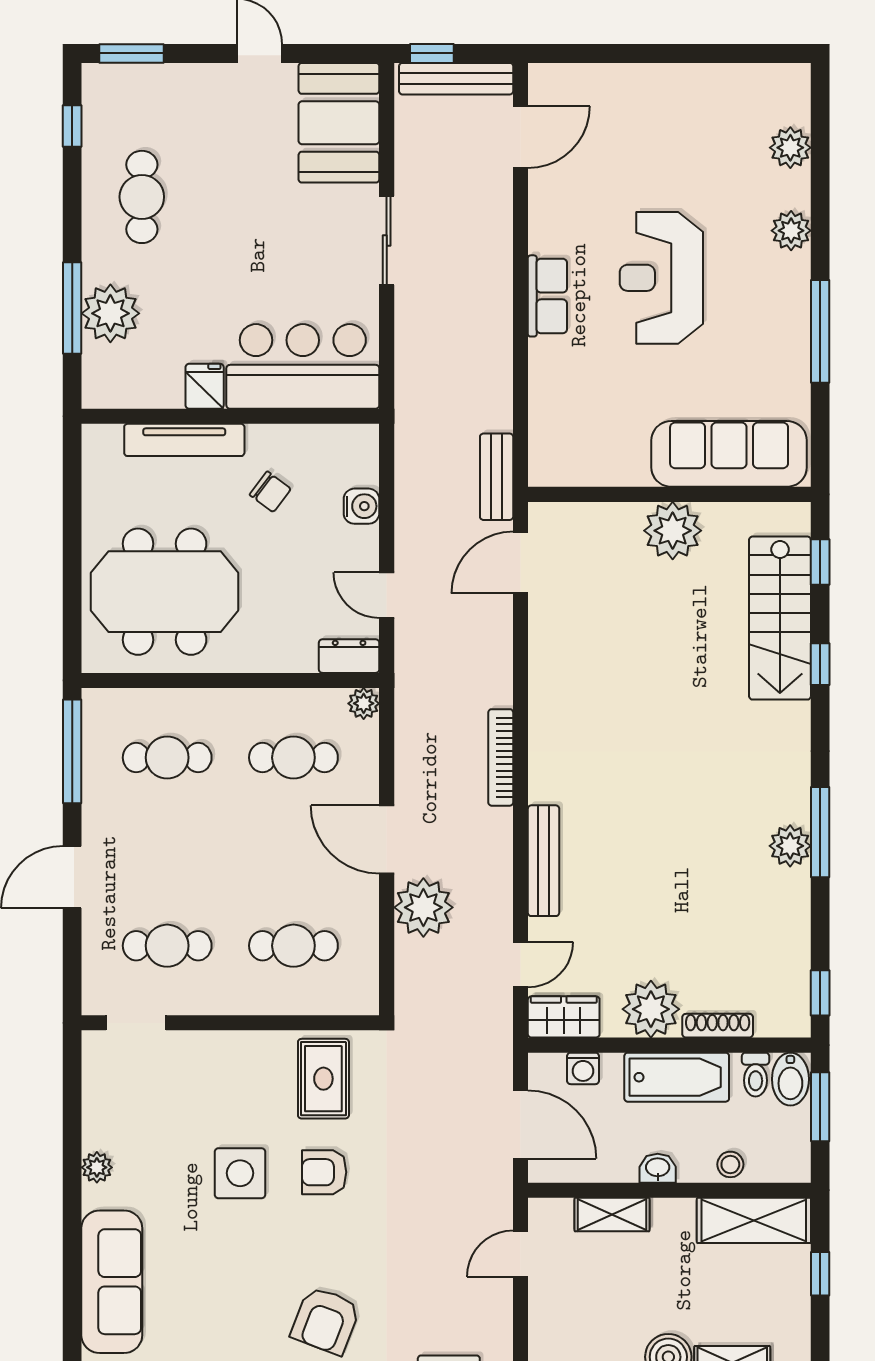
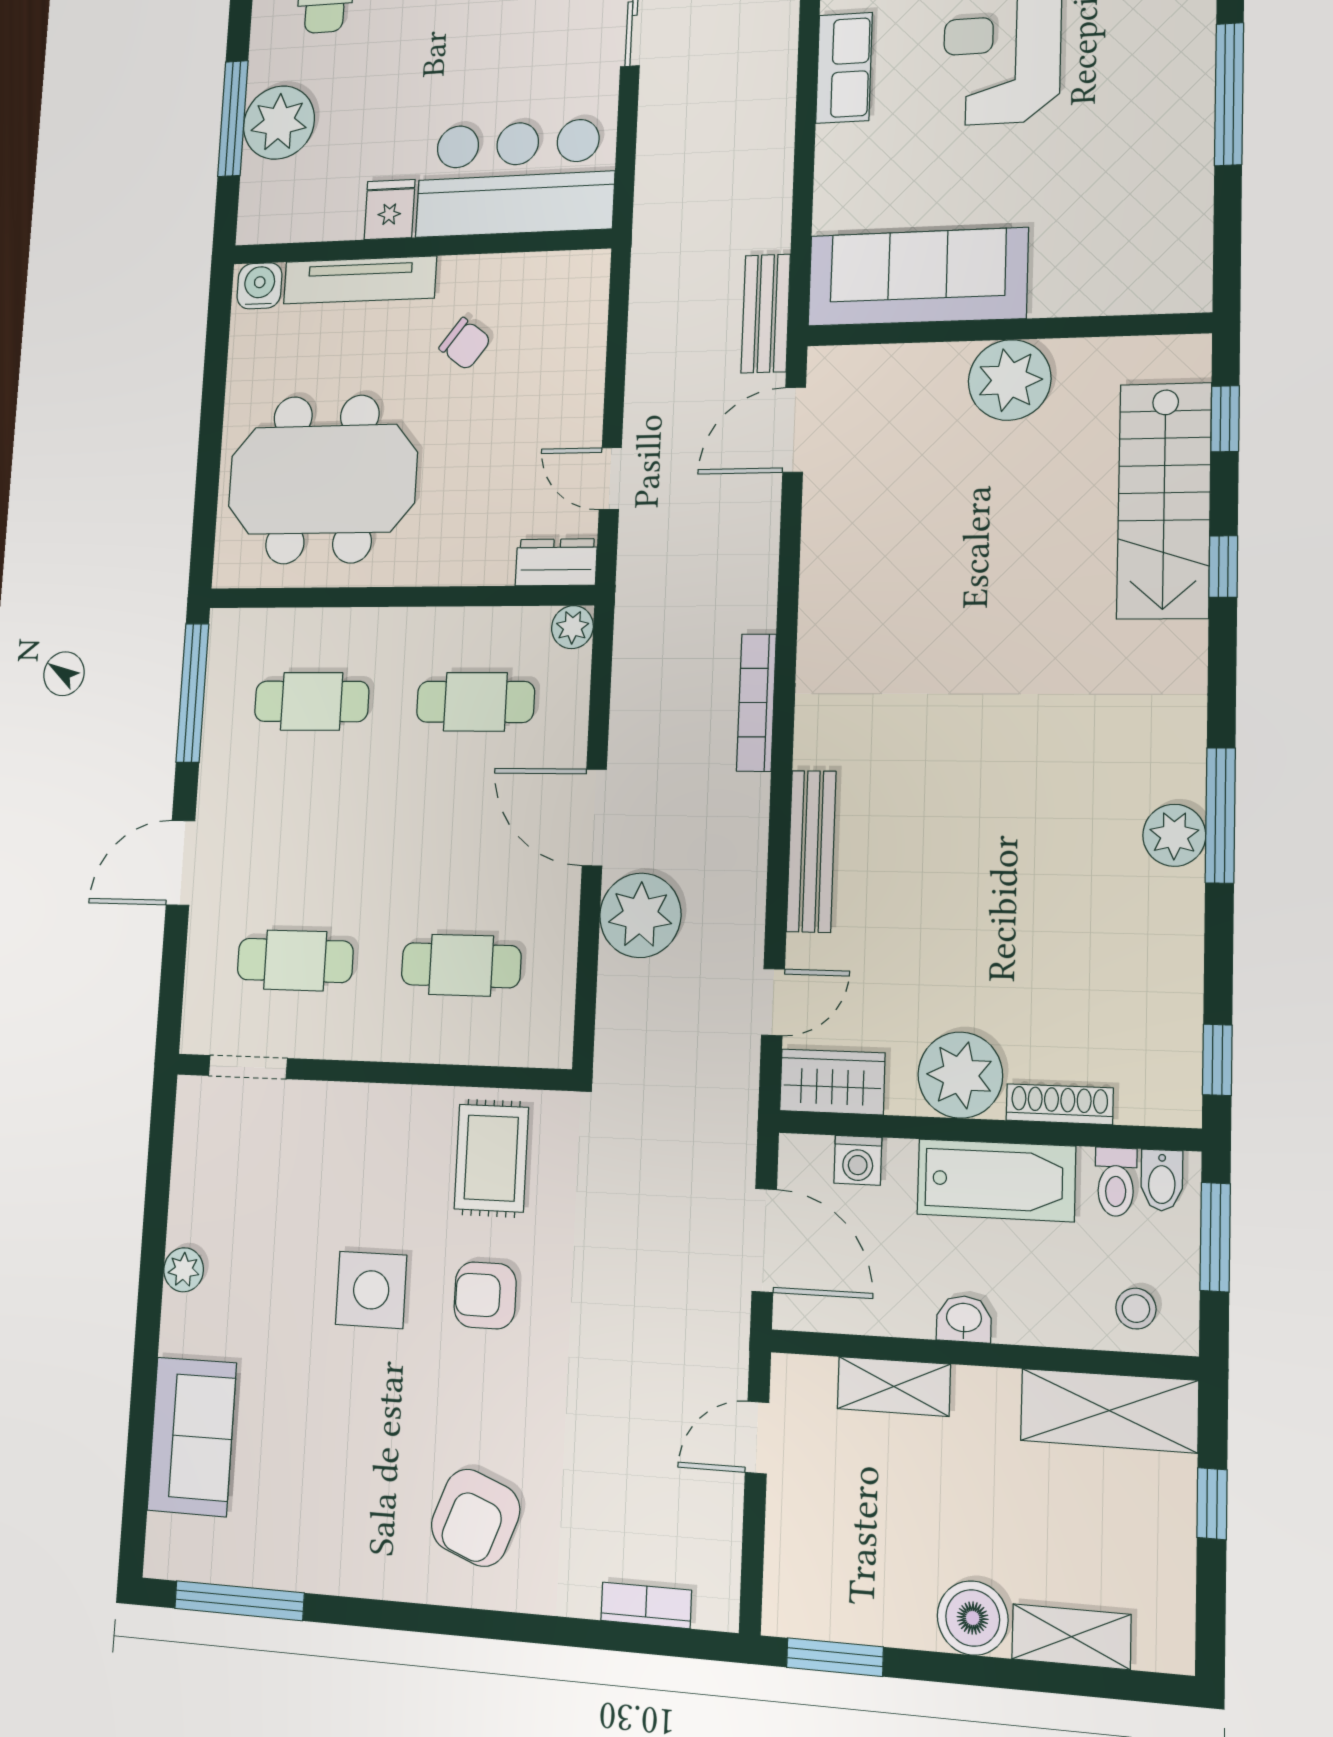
sofa: (729, 454) -> (918, 277), moved
water cooler: (361, 506) -> (259, 286), moved, turned -90
bidet: (790, 1079) -> (1162, 1180), width x0.72, depth x0.74
stool: (730, 1164) -> (1136, 1309), moved
sofa: (112, 1282) -> (192, 1437), width x0.74

